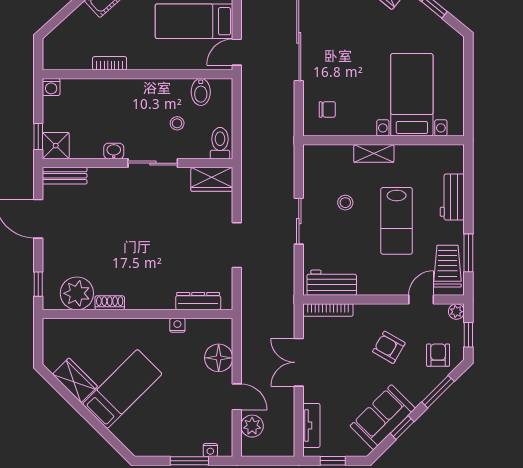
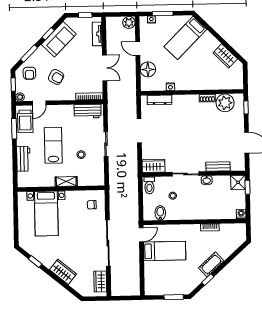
bench: (65, 176) -> (218, 167), moved
bed: (122, 389) -> (185, 38), moved
plant: (252, 426) -> (129, 22), moved

